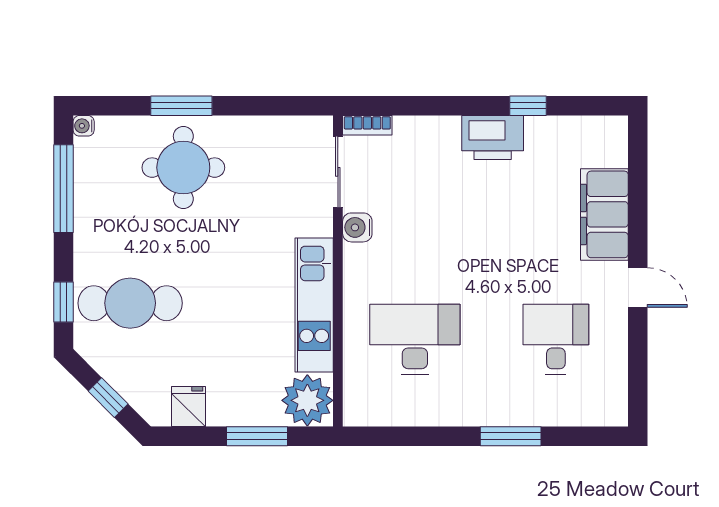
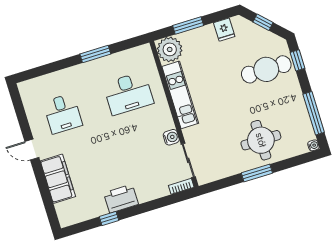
window: (181, 106) -> (257, 173), moved
window: (511, 436) -> (95, 54), moved

